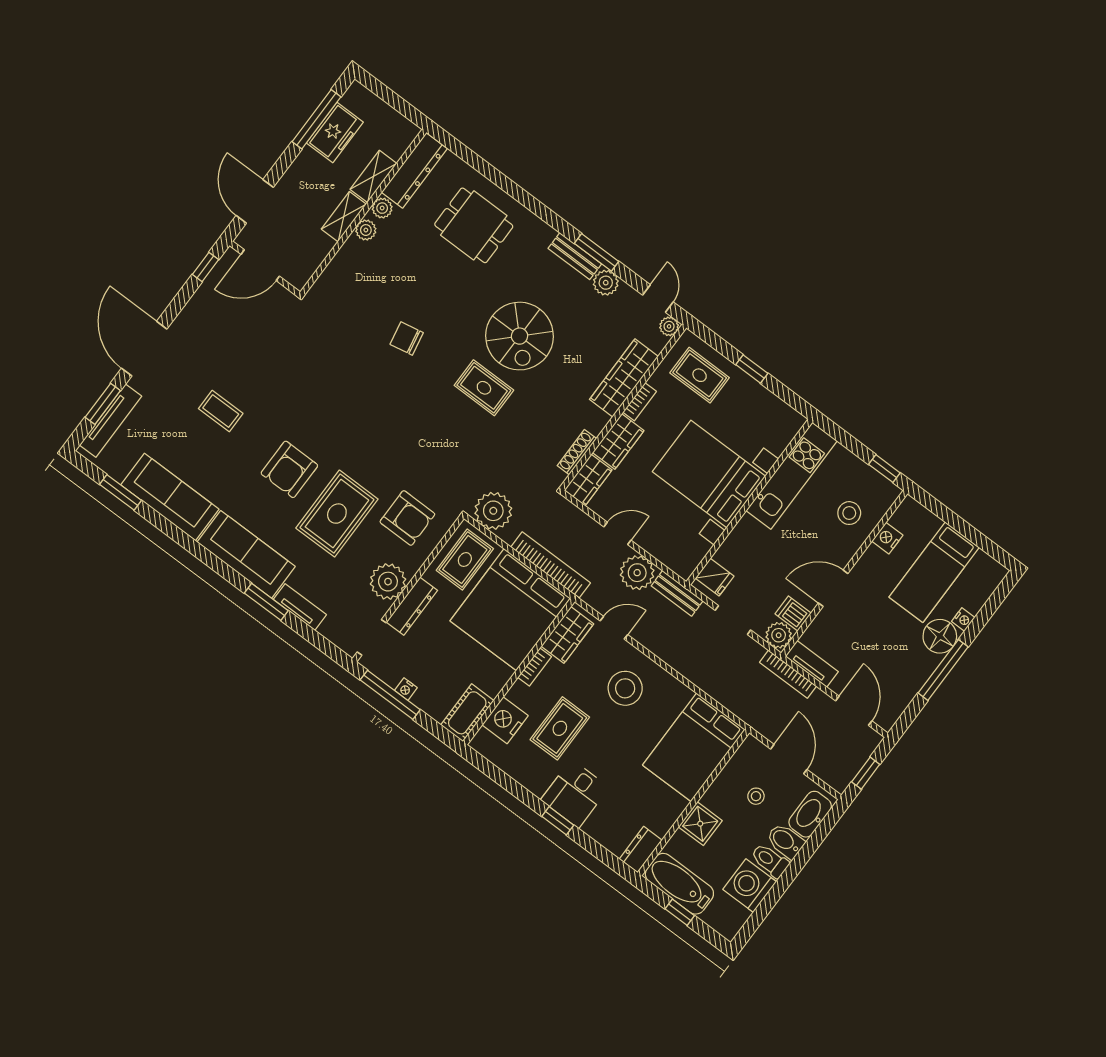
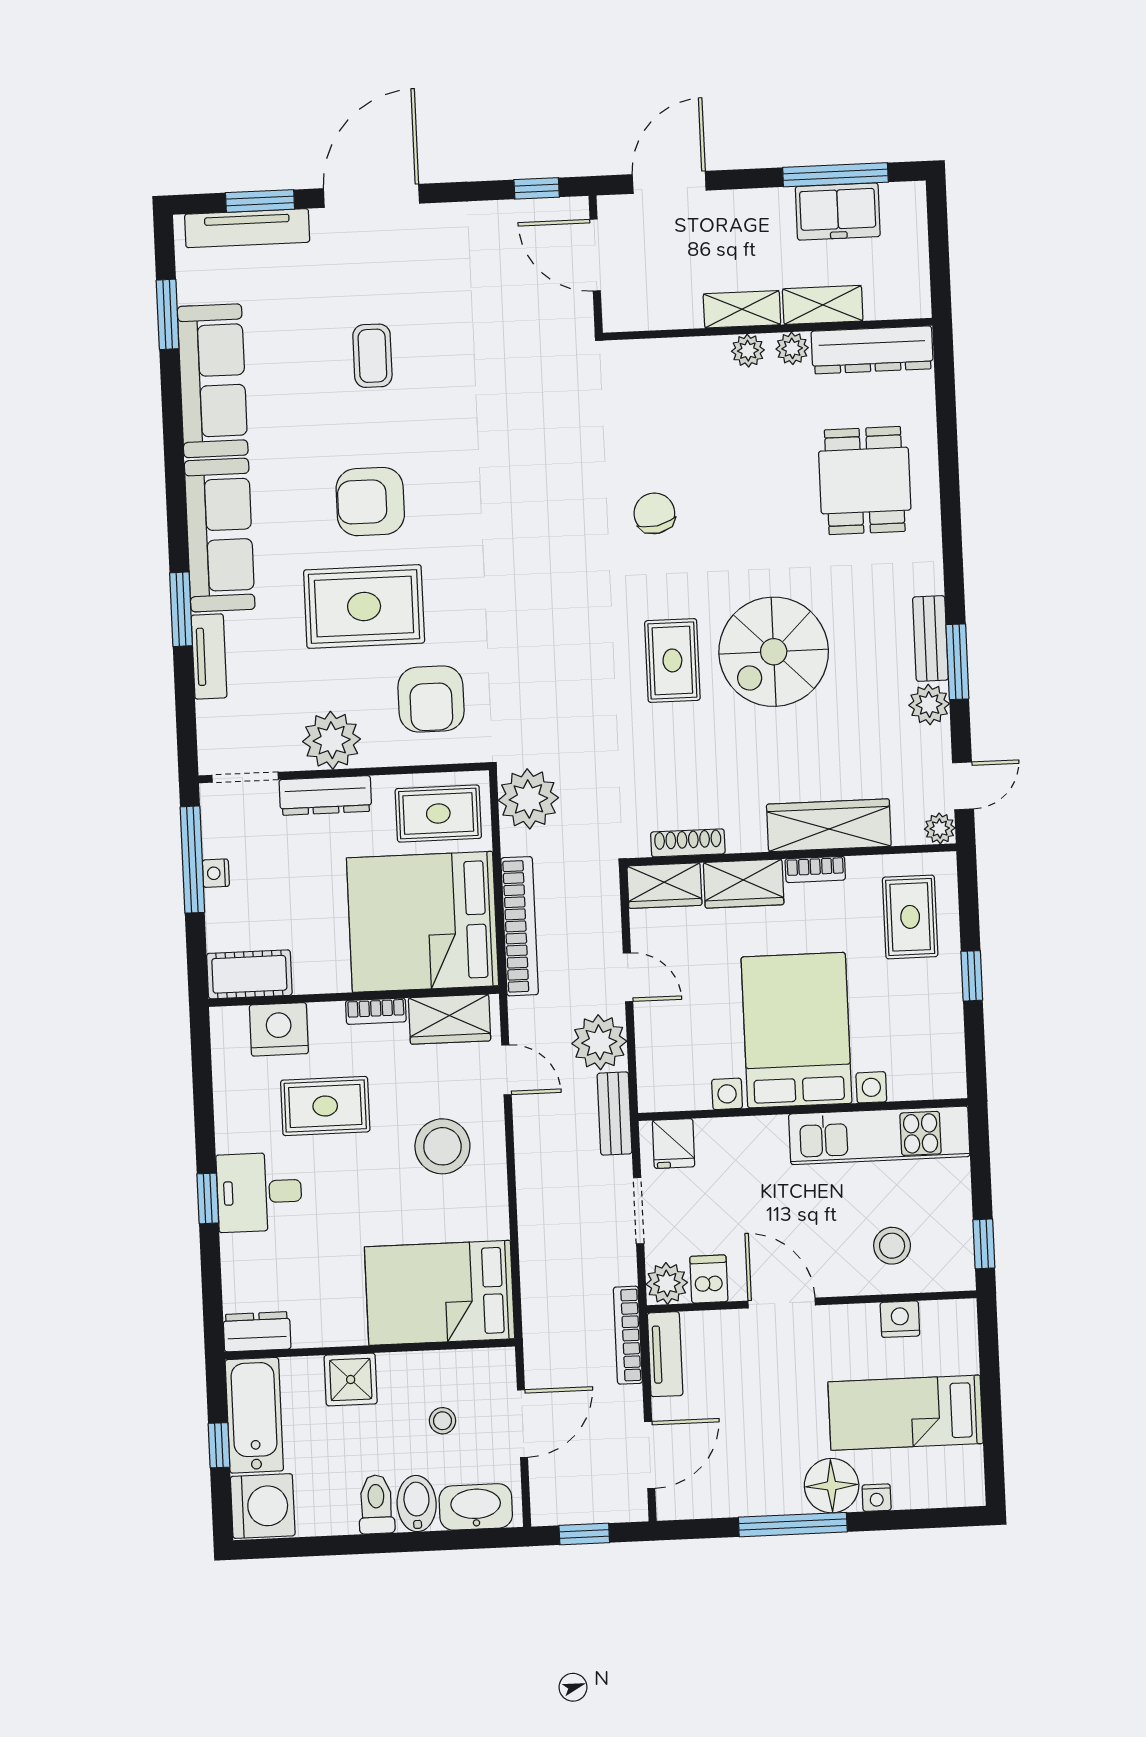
washing machine: (750, 886) -> (263, 1506), moved, turned 90

